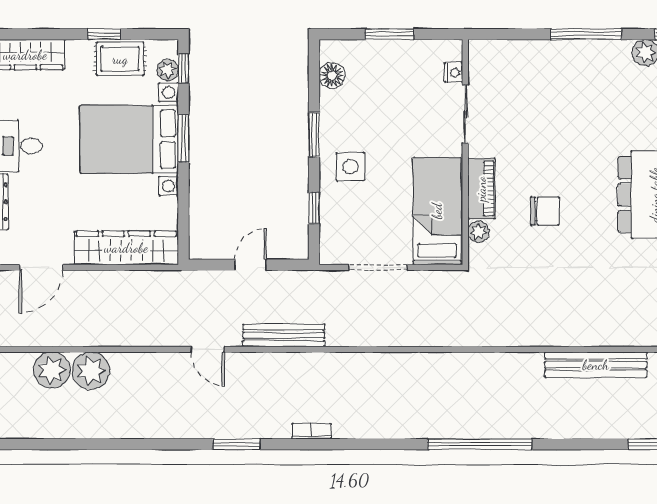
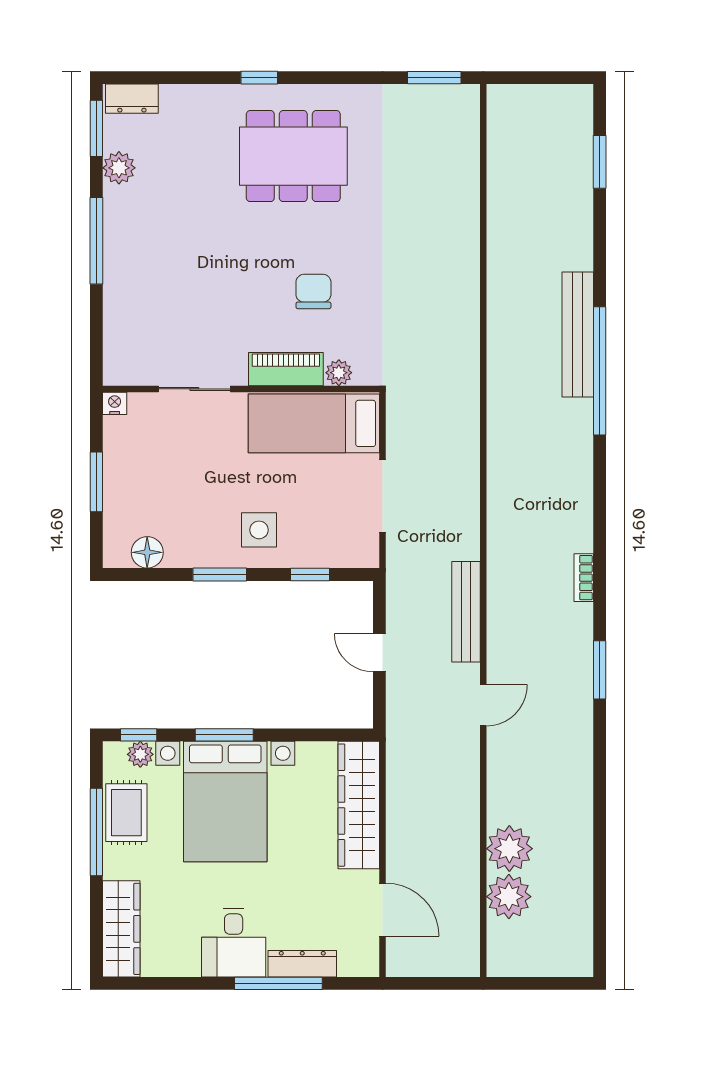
window: (104, 34) -> (96, 832), width x2.17
nightstand: (454, 73) -> (115, 403), moved
bench: (596, 365) -> (578, 334), moved

